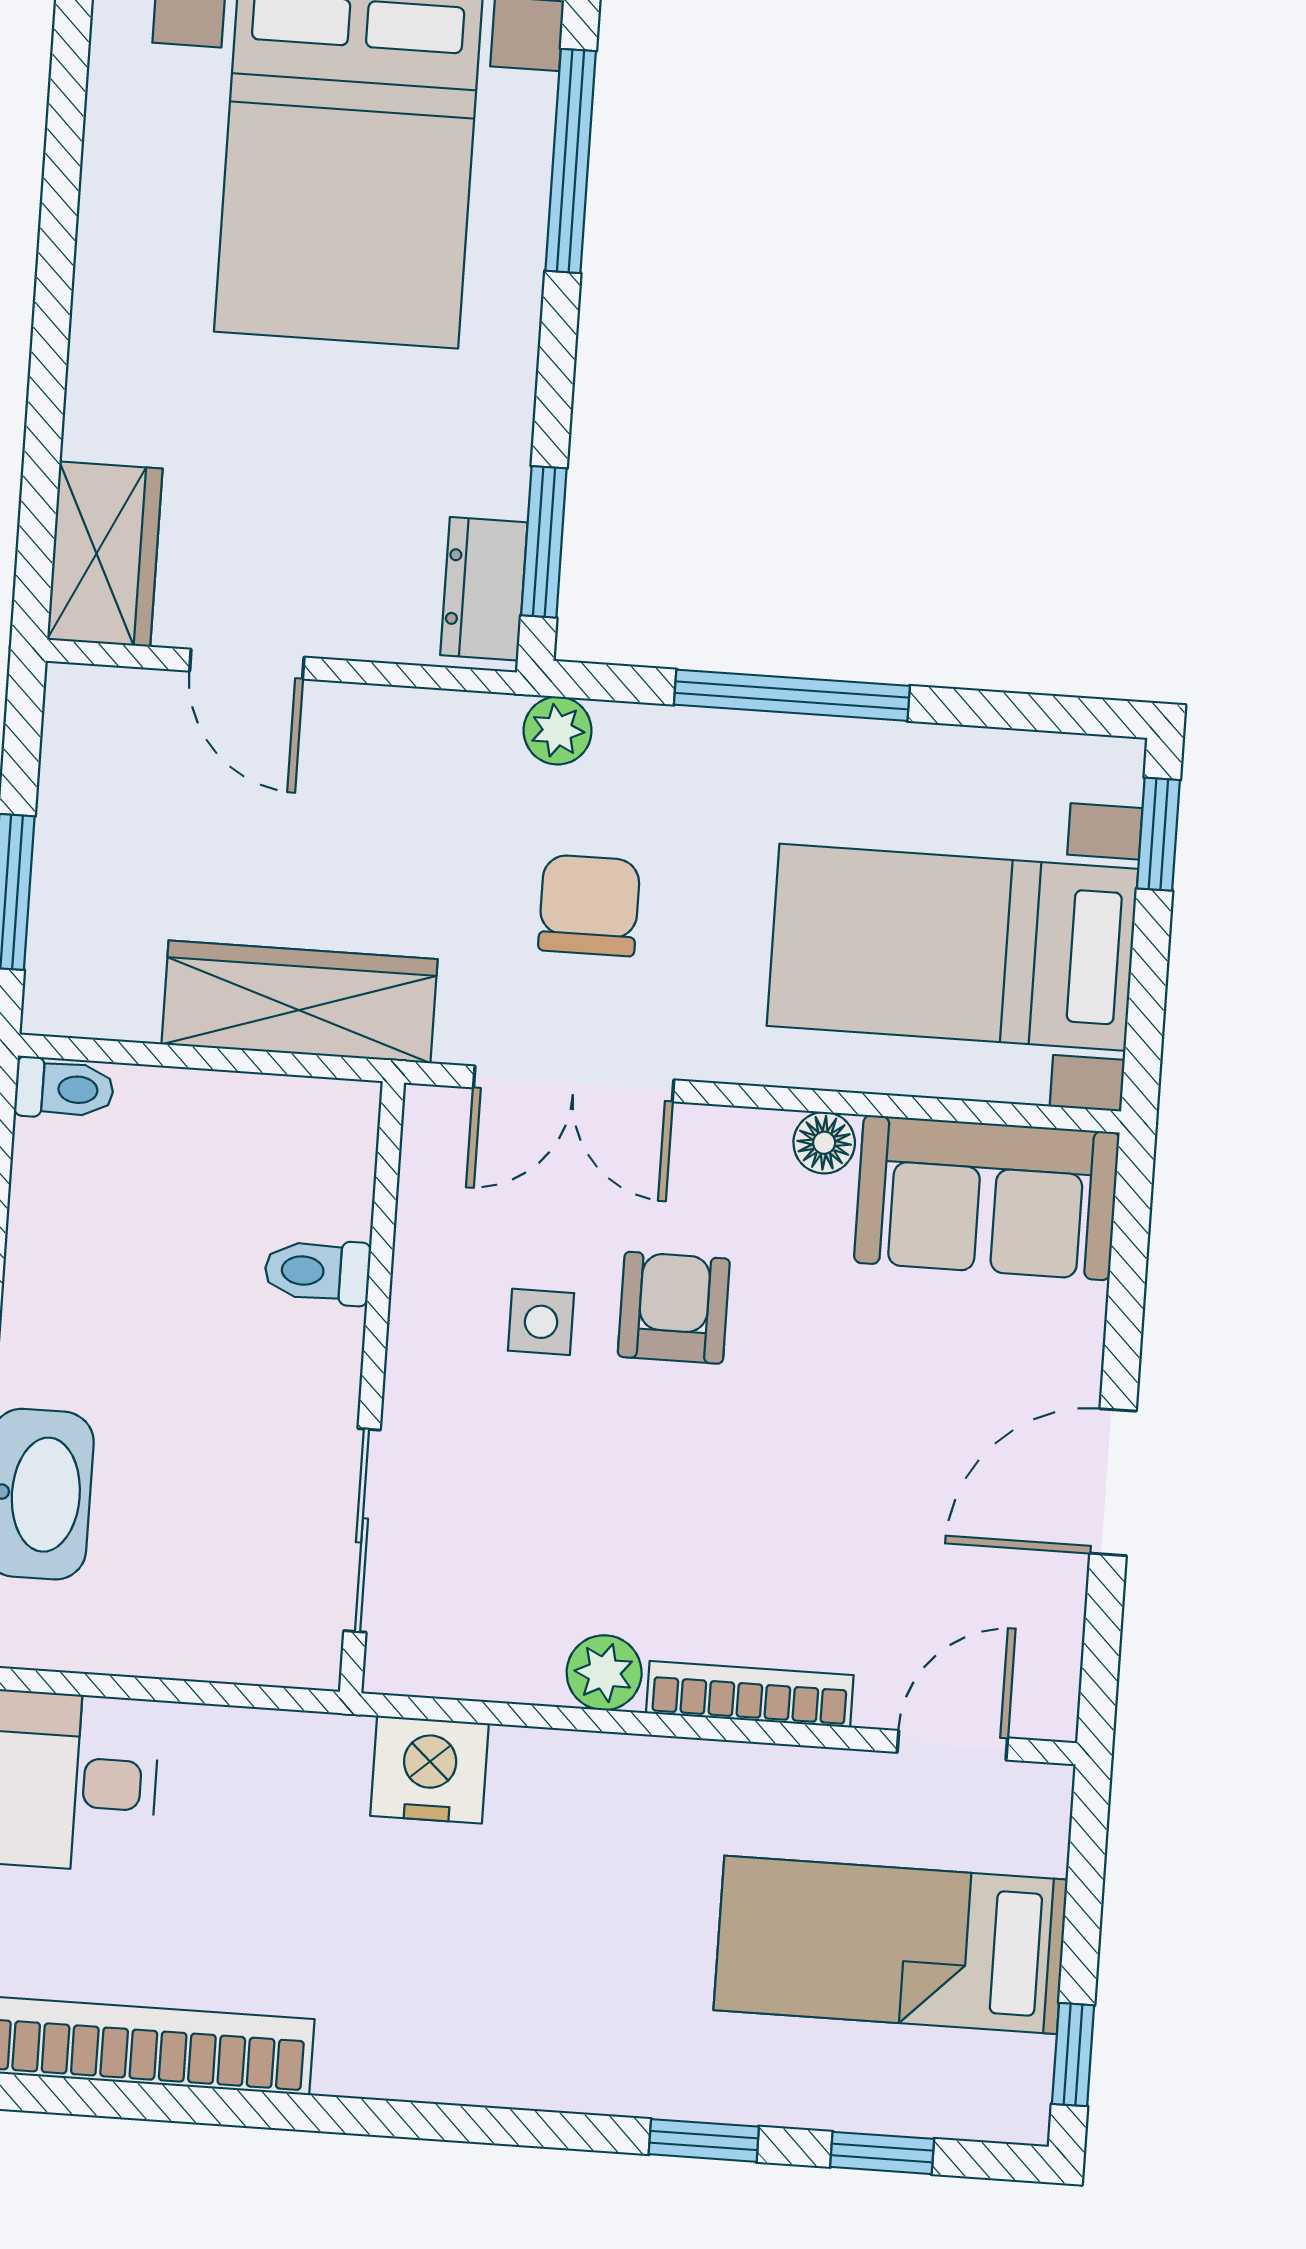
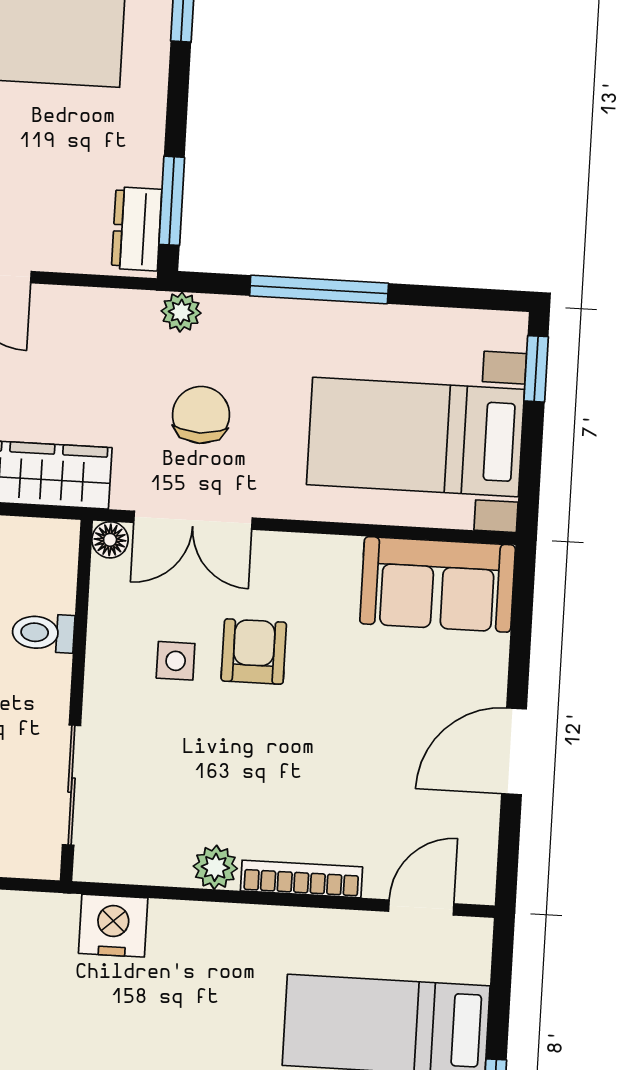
floor lamp: (824, 1143) -> (110, 540), moved

